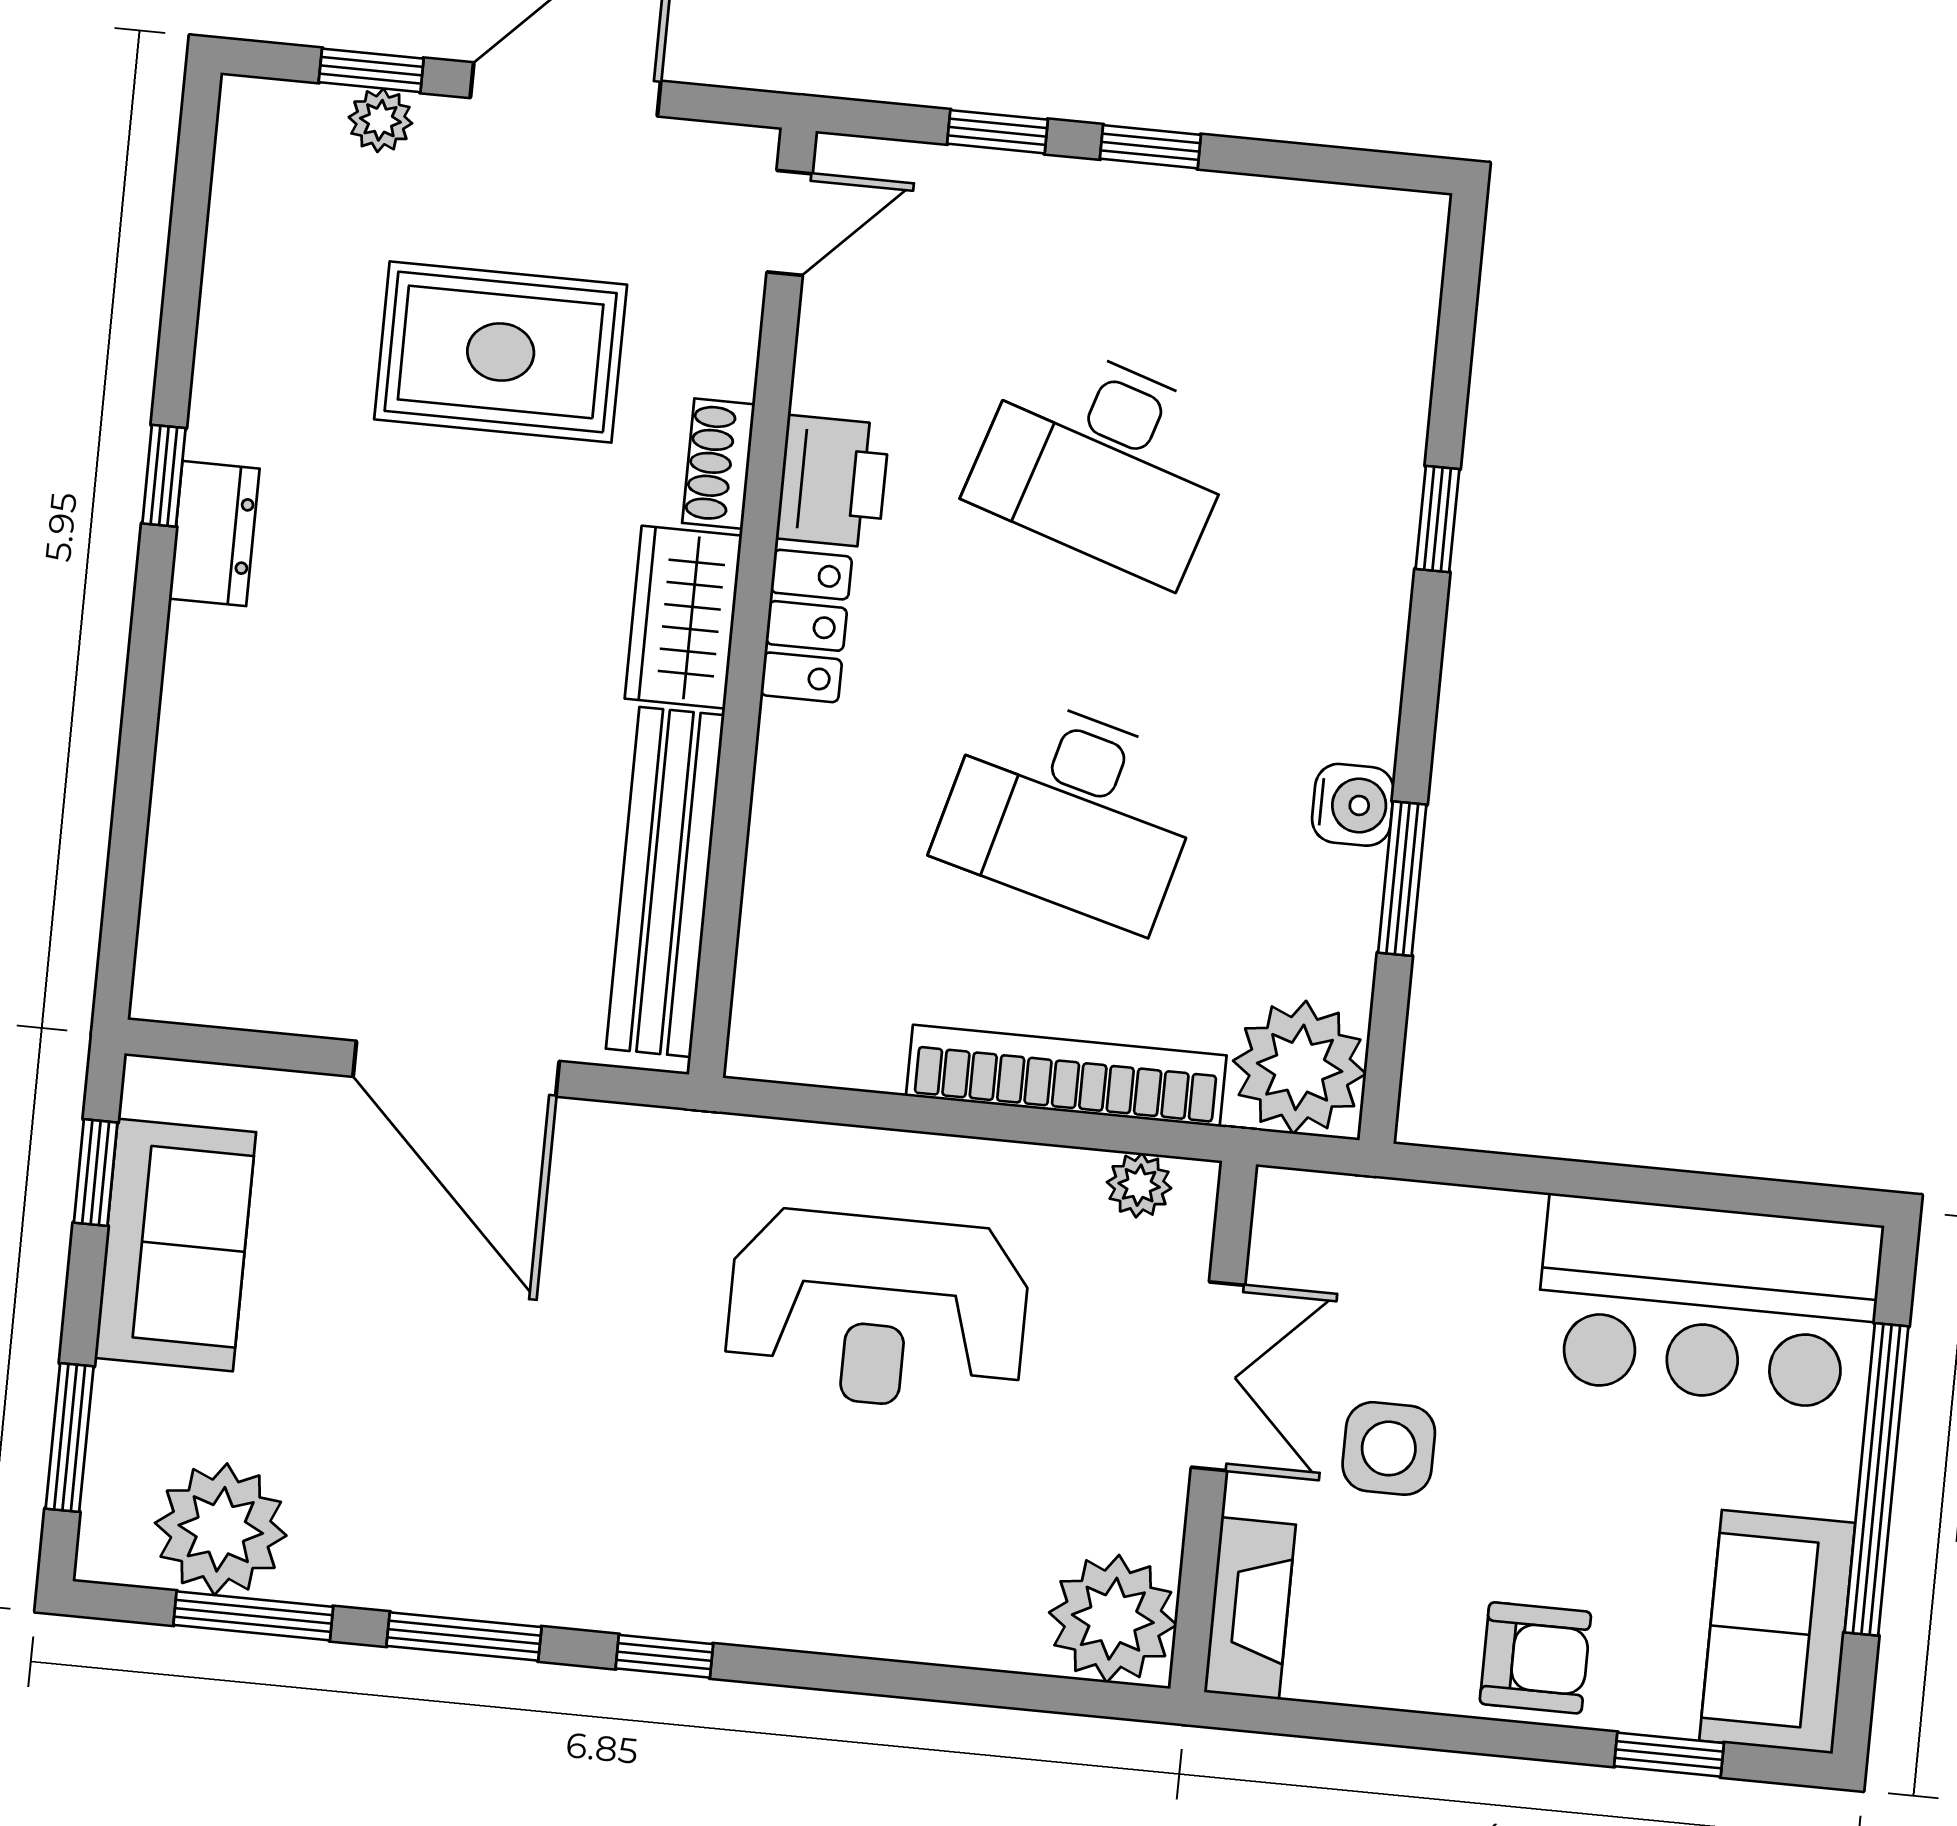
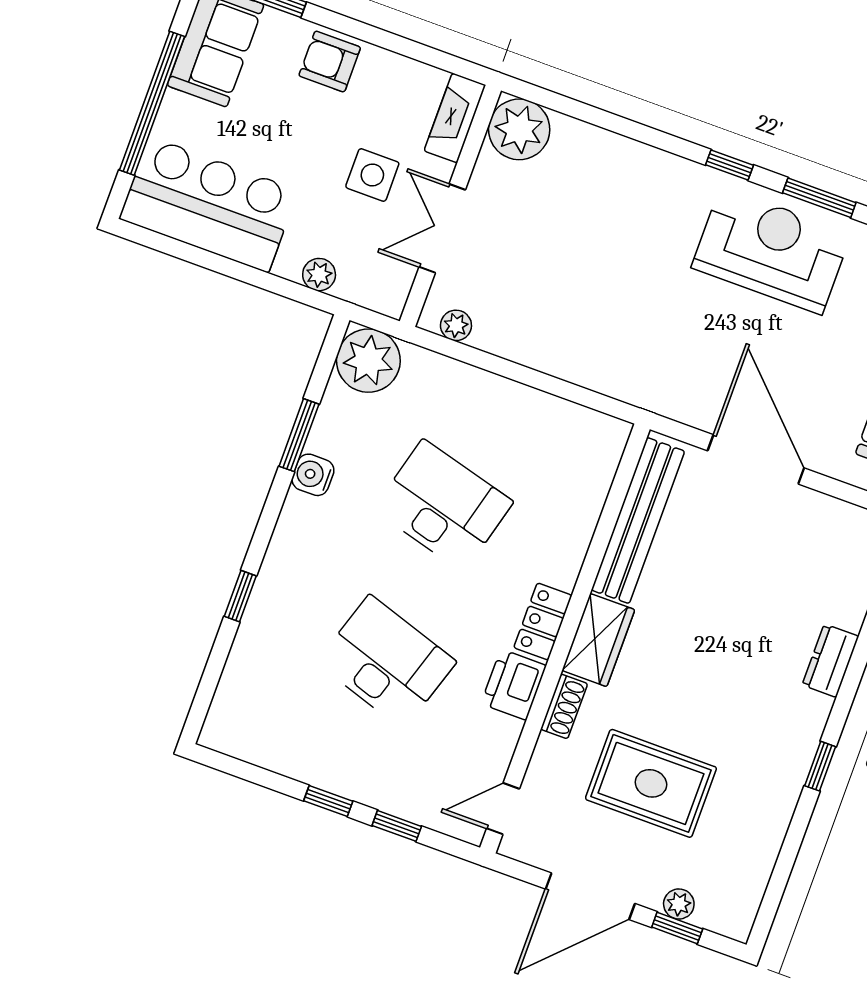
dresser: (214, 534) -> (830, 661), moved
bookcase: (1066, 1076) -> (476, 384), removed
plant: (1445, 1217) -> (319, 275), added
reception desk: (877, 1310) -> (771, 251), moved

